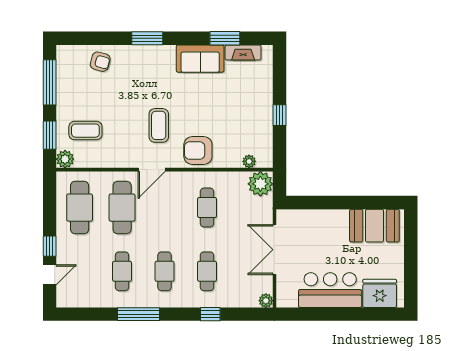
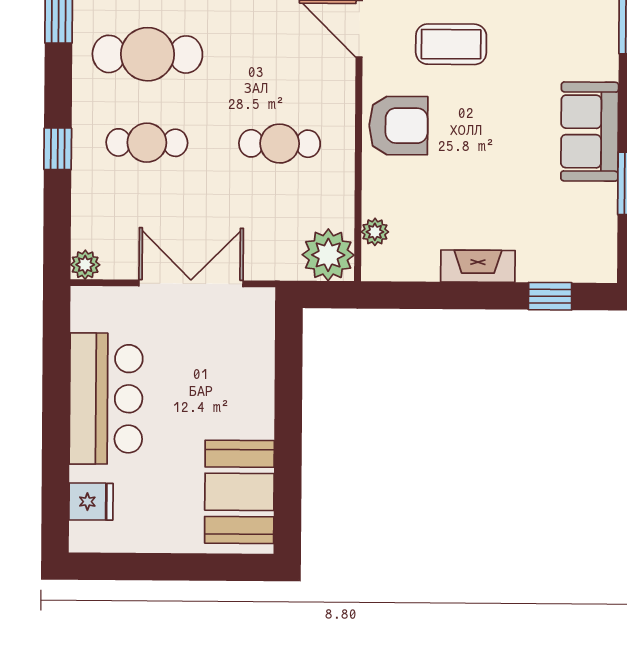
fireplace: (243, 52) -> (478, 266), moved, turned 90
window: (279, 115) -> (550, 296), moved
armchair: (198, 150) -> (398, 126), turned 90
cafe table: (165, 271) -> (147, 54), width x1.37, depth x1.35
fridge: (380, 293) -> (91, 502), width x0.53, depth x0.75

